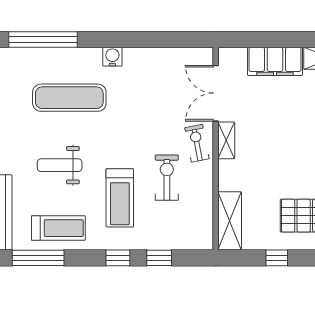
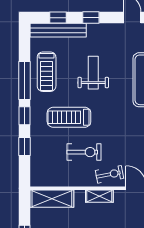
shelving: (226, 140) -> (99, 196), moved
window: (38, 258) -> (24, 81), moved

